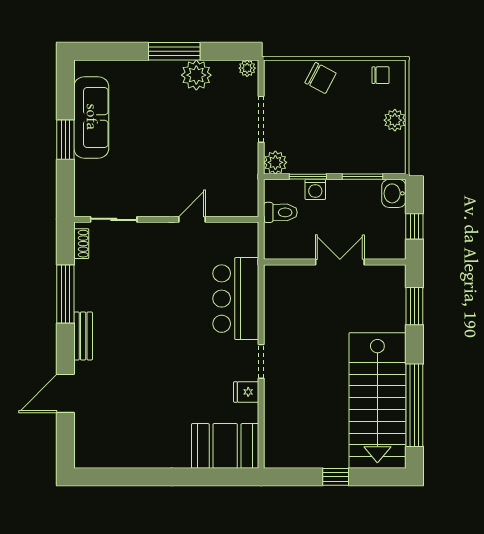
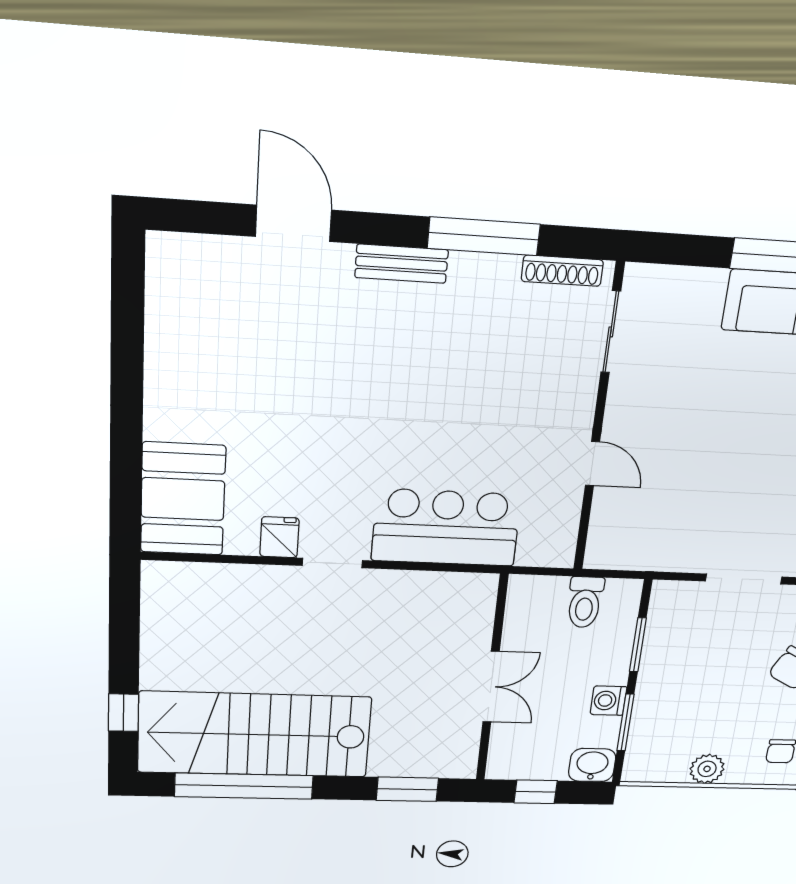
plant: (275, 162) -> (669, 598), removed
washing machine: (315, 189) -> (608, 701), moved
shoe rack: (81, 244) -> (562, 271), width x1.43
window: (336, 477) -> (123, 713), moved

